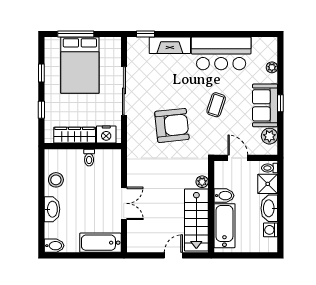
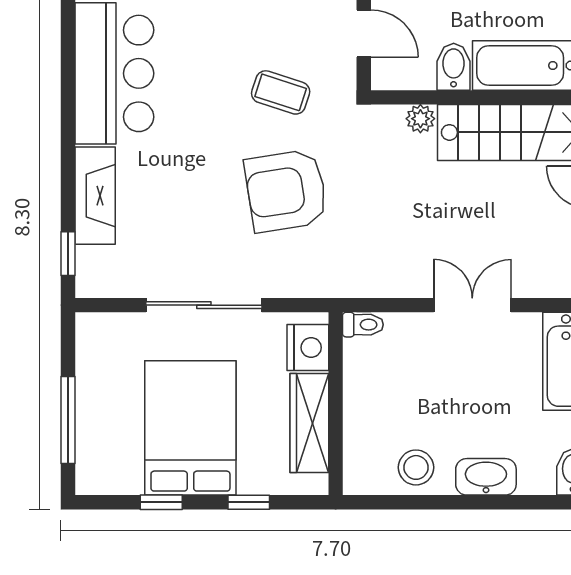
bed: (80, 65) -> (190, 428), moved, turned -90
coffee table: (216, 105) -> (281, 92), moved
armchair: (172, 125) -> (286, 191), turned -93
toilet: (89, 158) -> (363, 325), moved
door: (238, 158) -> (364, 34), swing flipped

